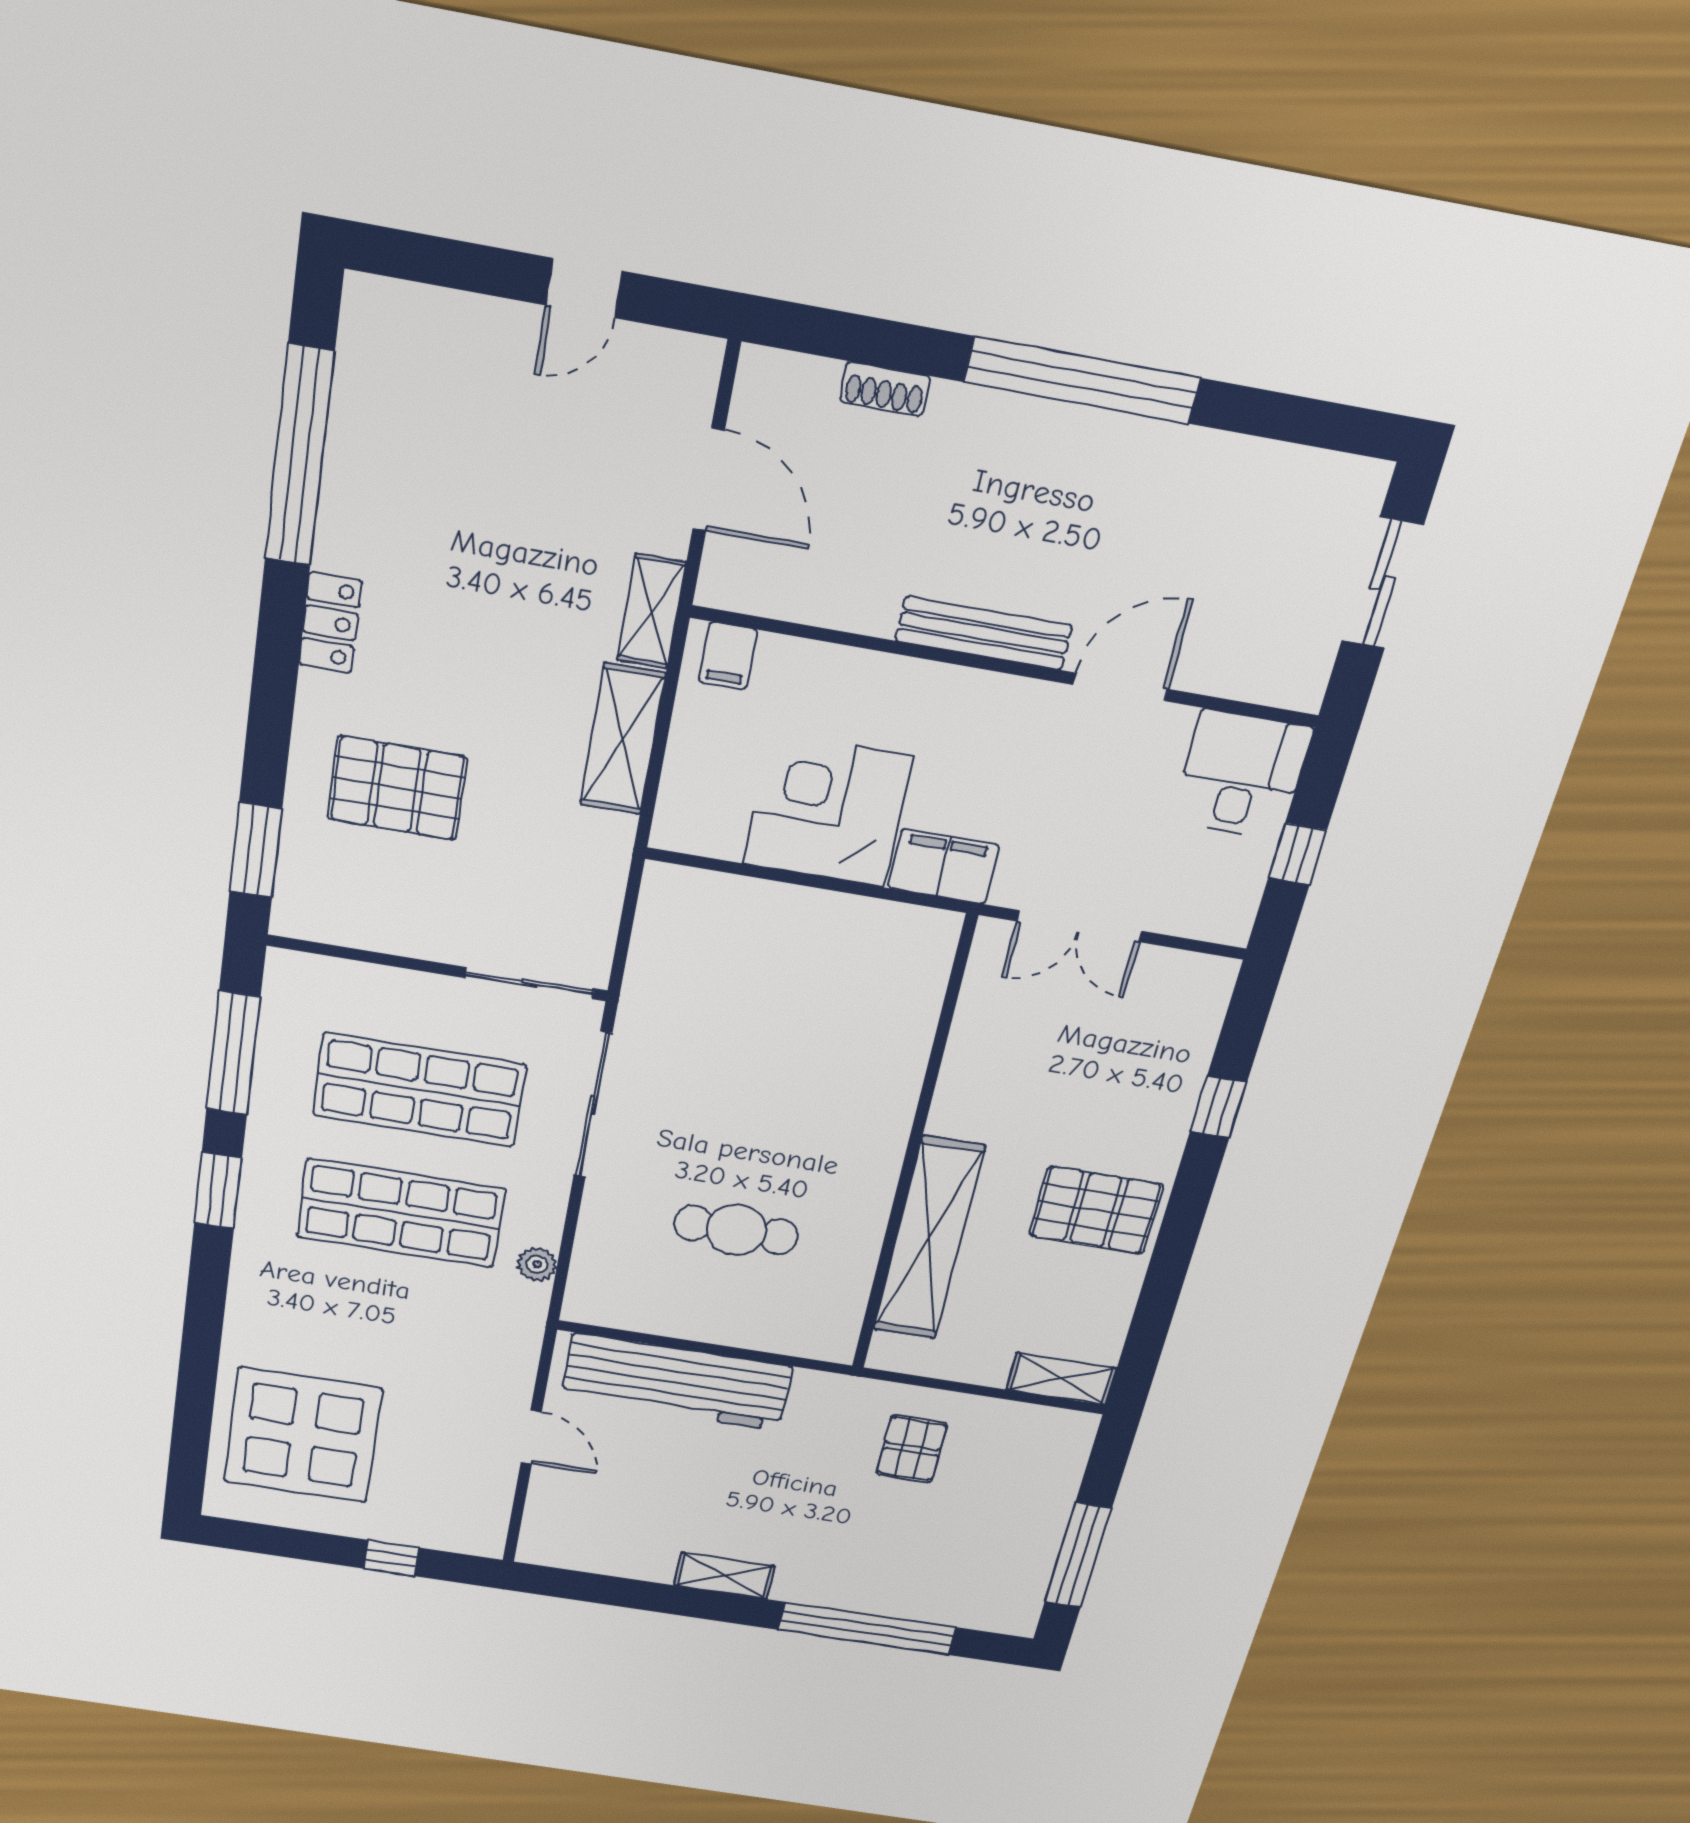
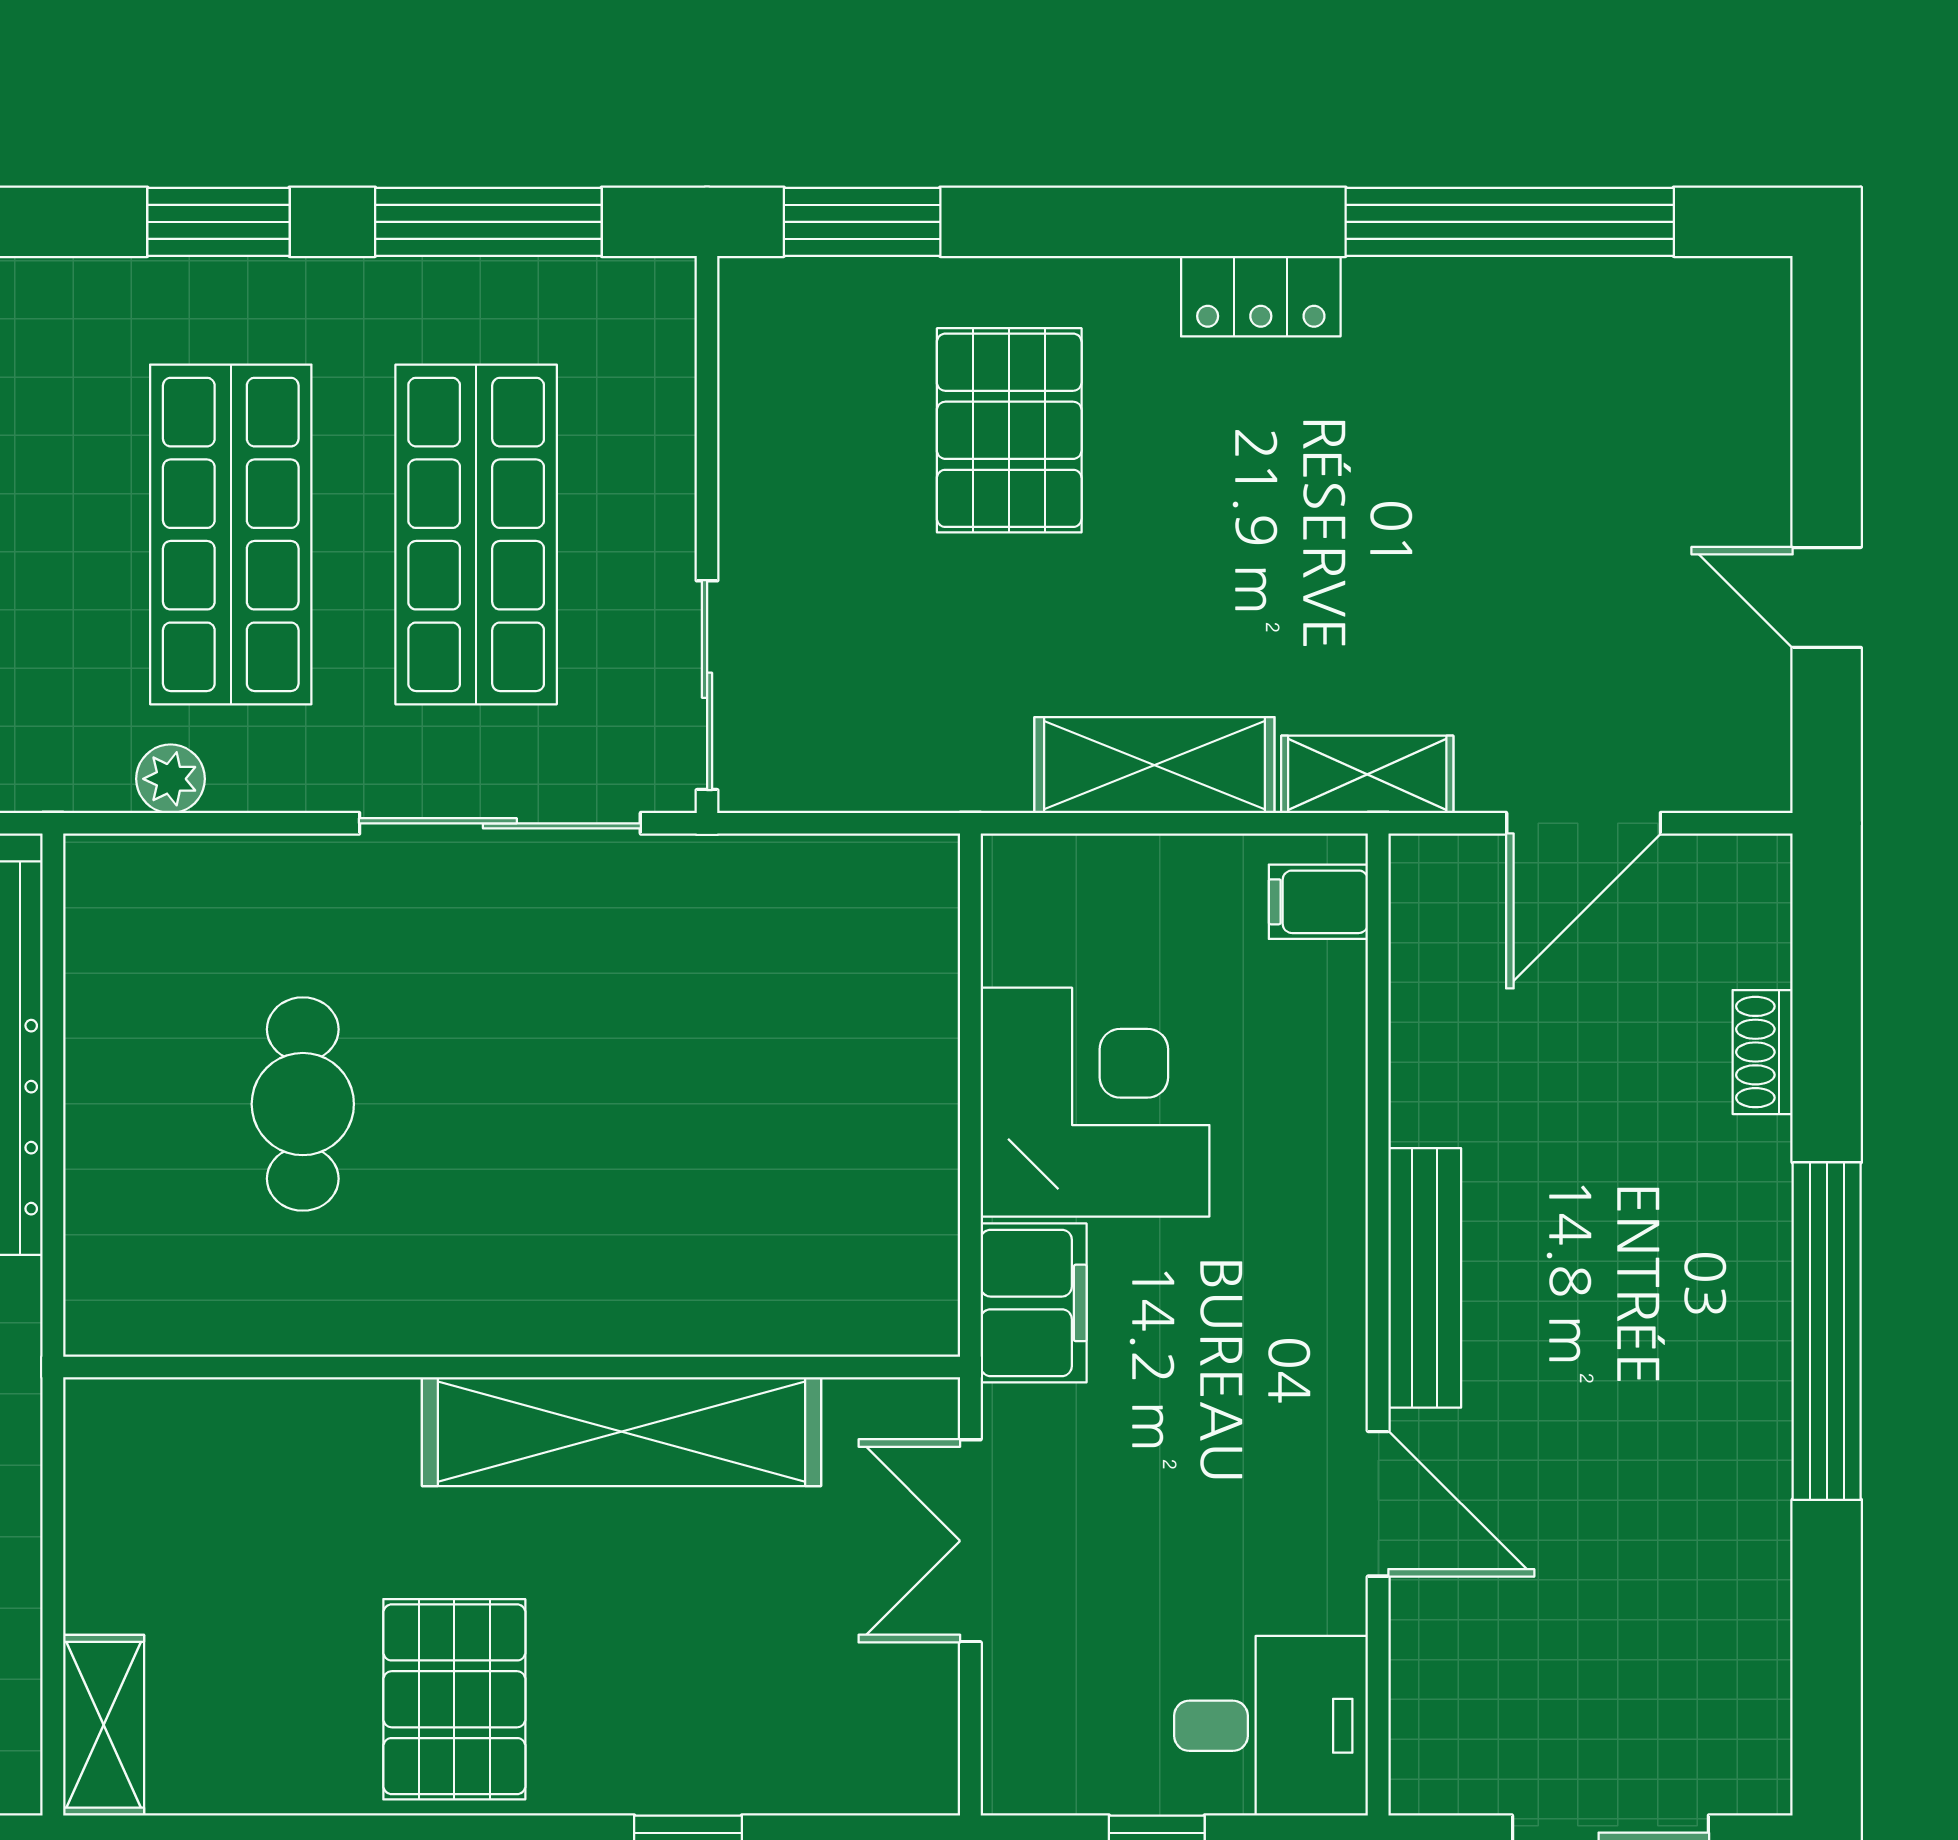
shelving: (929, 1239) -> (621, 1432), moved

